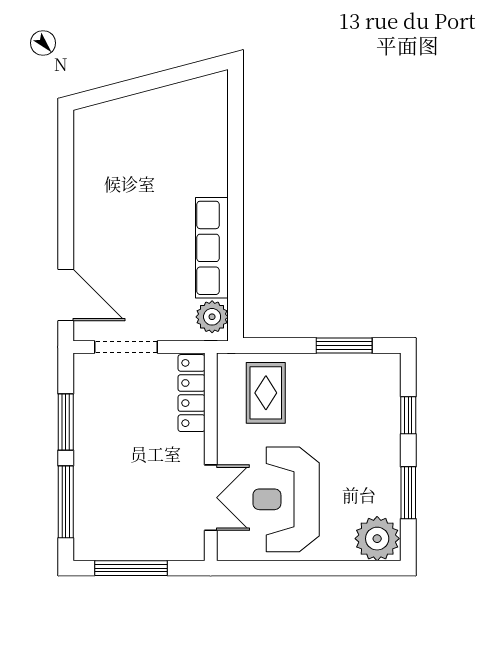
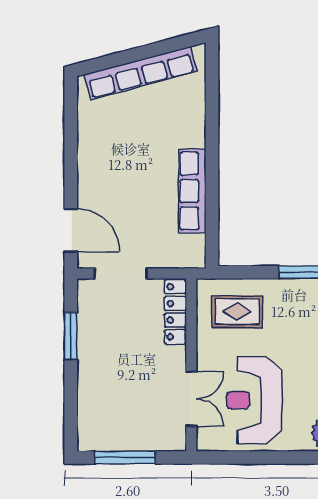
row of seats: (150, 106) -> (141, 73), added
plant: (212, 317) -> (192, 248), removed
rug: (266, 393) -> (237, 312), turned 90
window: (66, 502) -> (71, 402), removed

